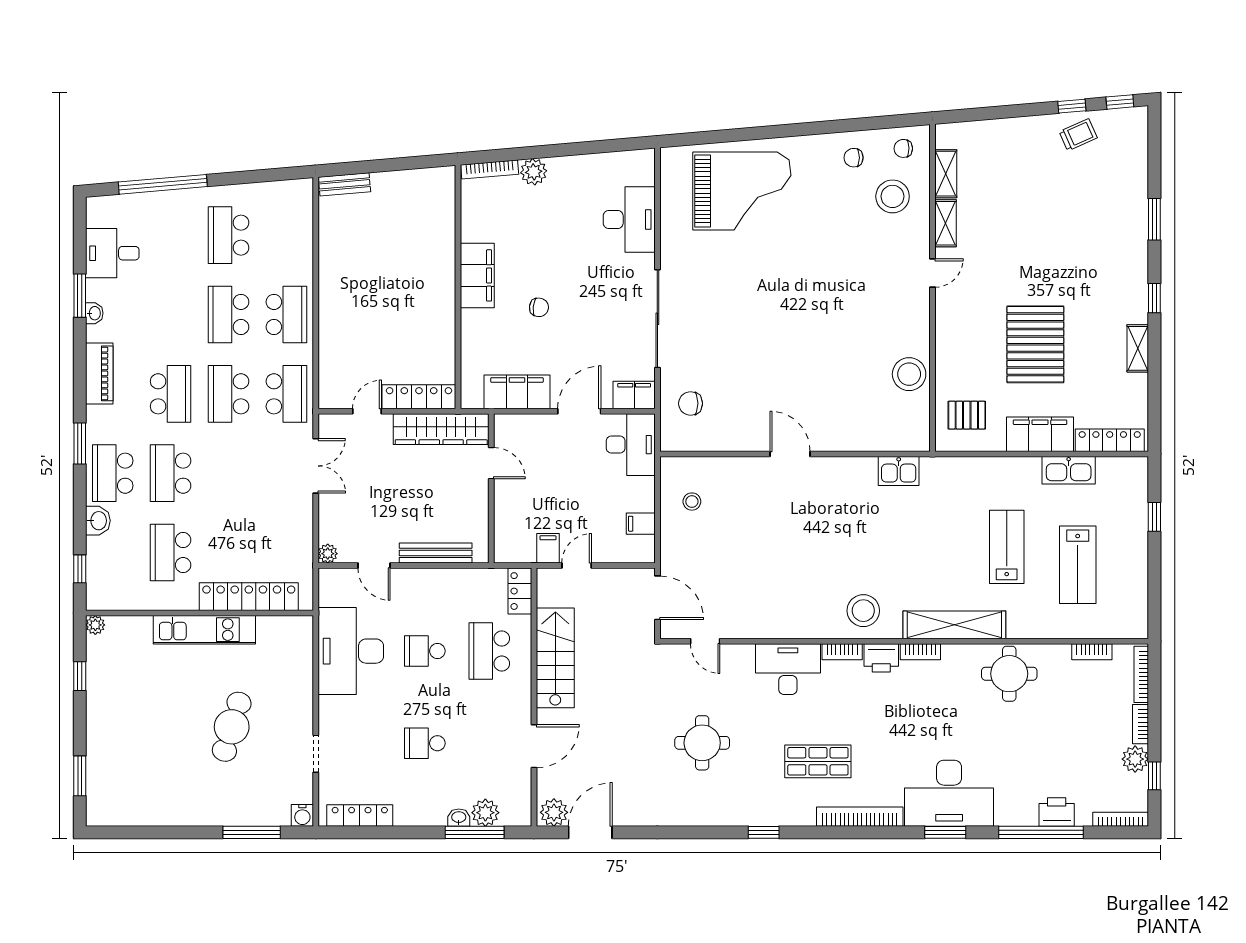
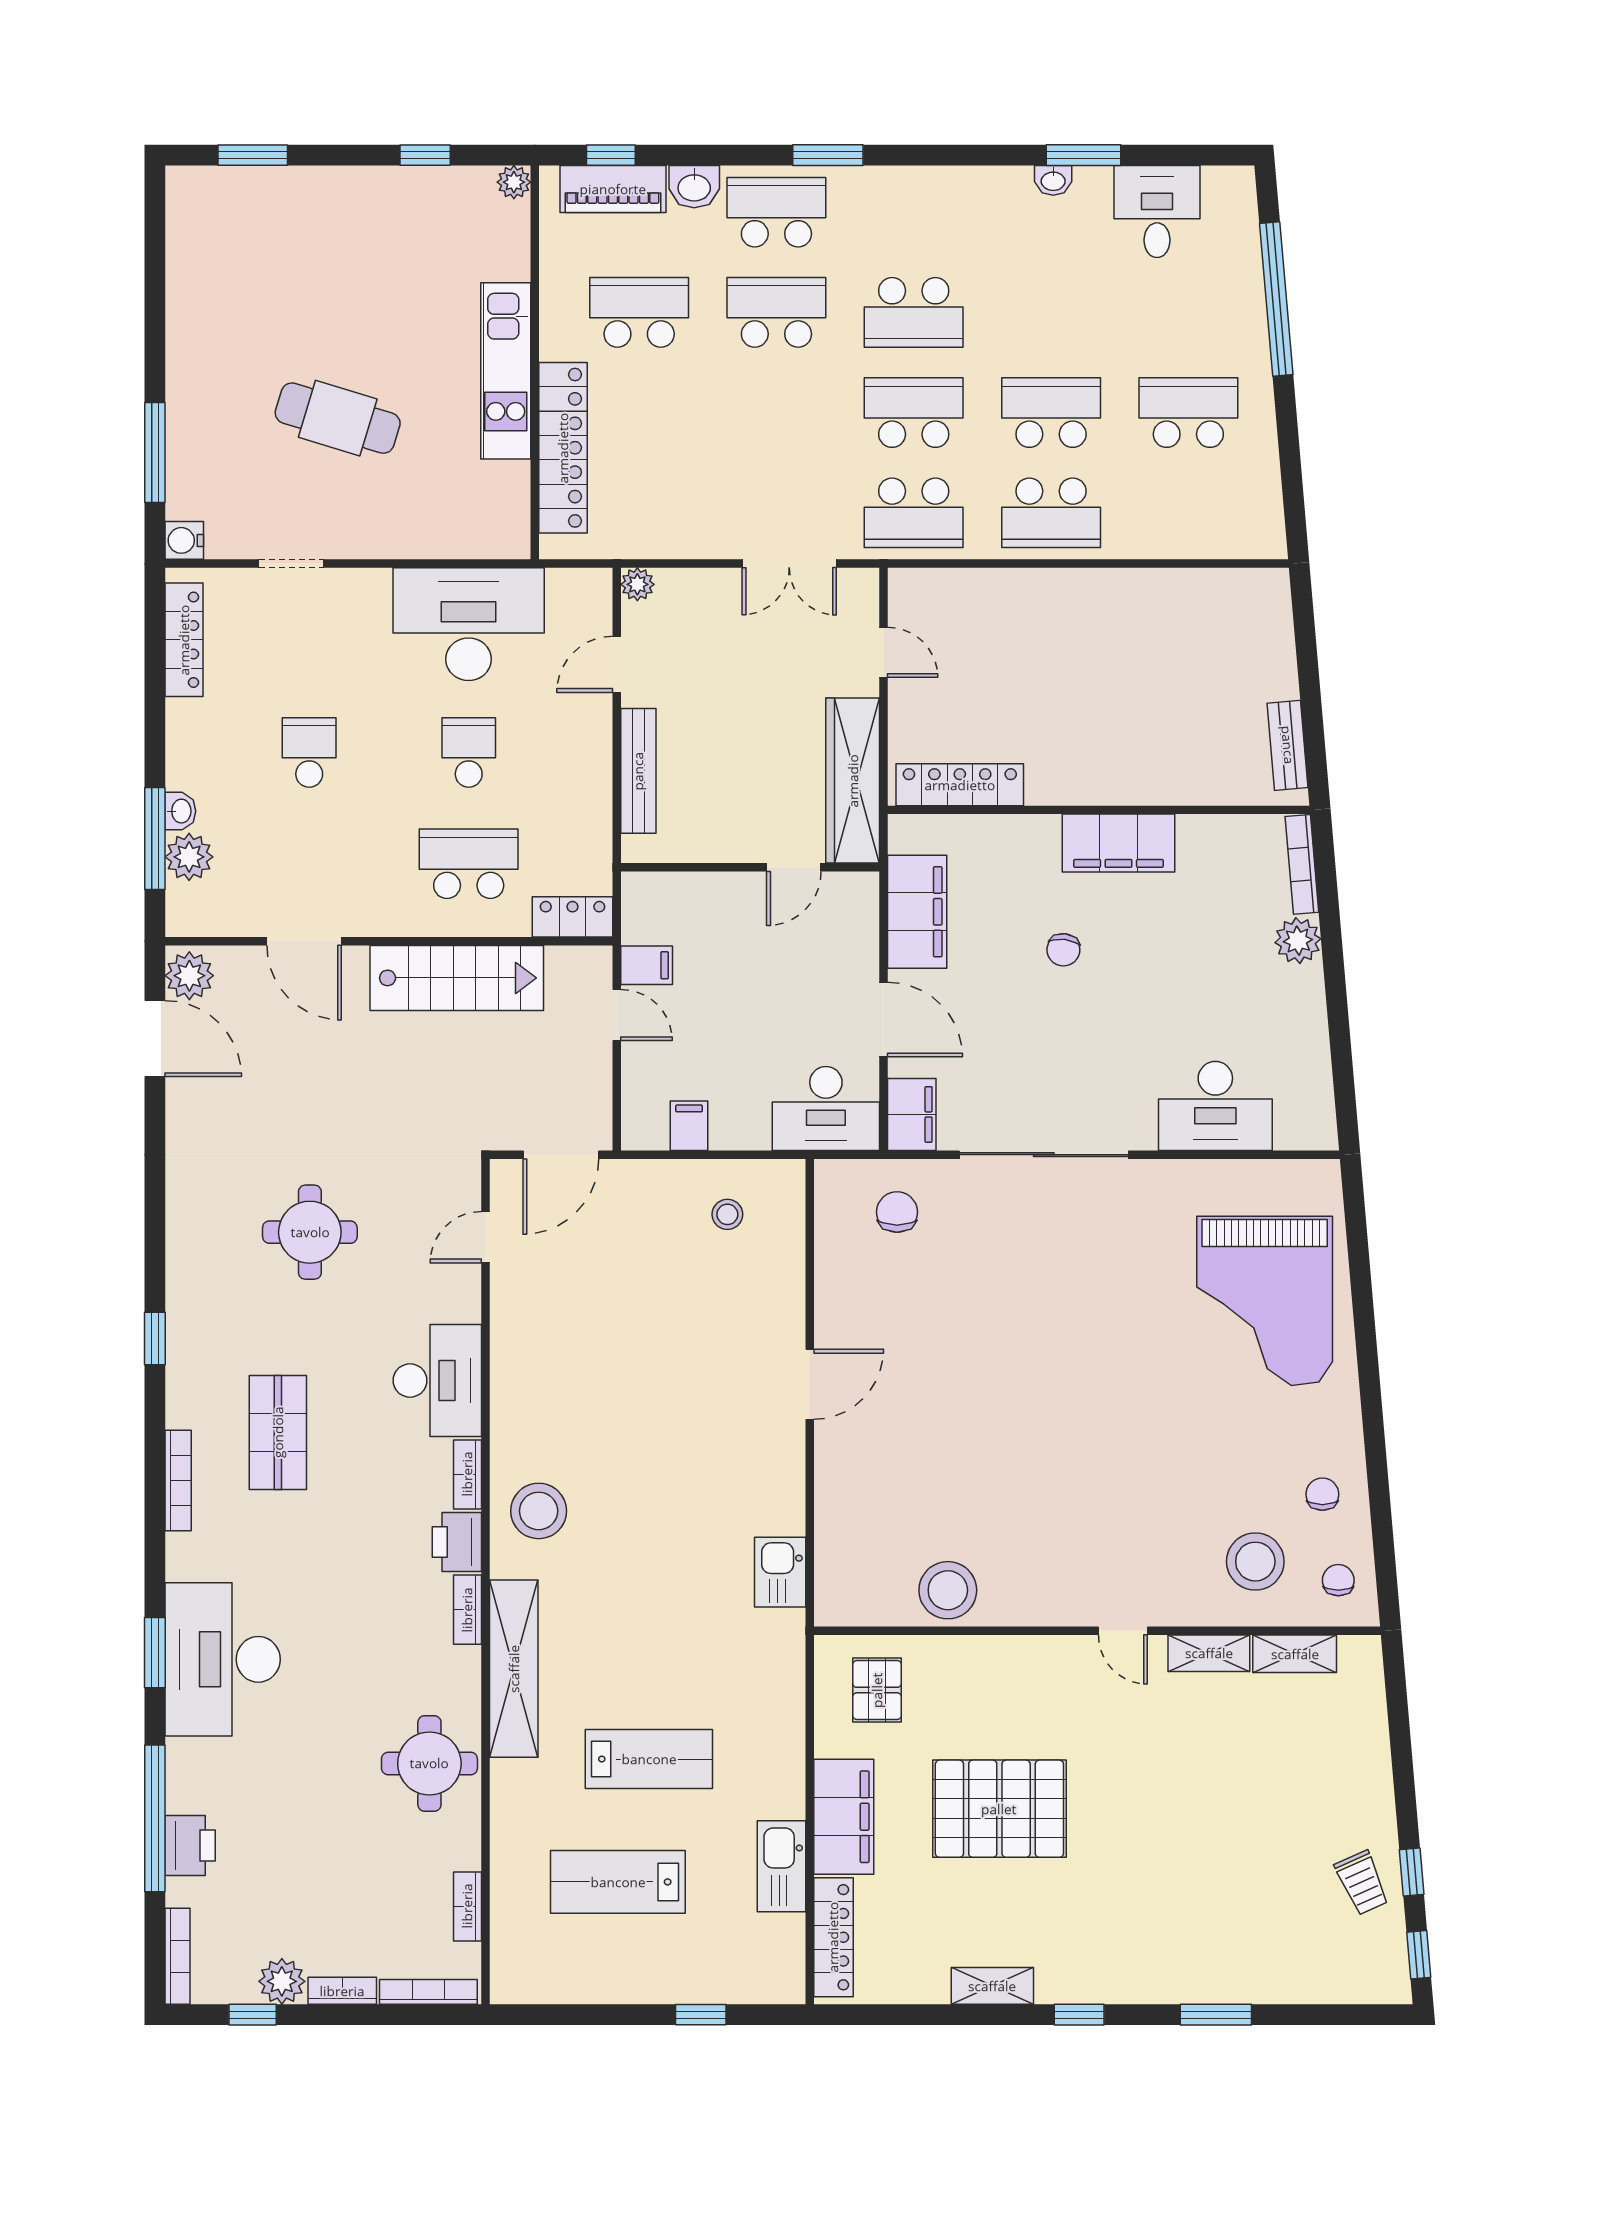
bench: (344, 184) -> (1288, 745), moved
piano: (99, 373) -> (613, 189), moved
locker: (419, 397) -> (960, 785), moved, turned -90
bookcase: (860, 817) -> (178, 1481), width x0.68, depth x0.76

